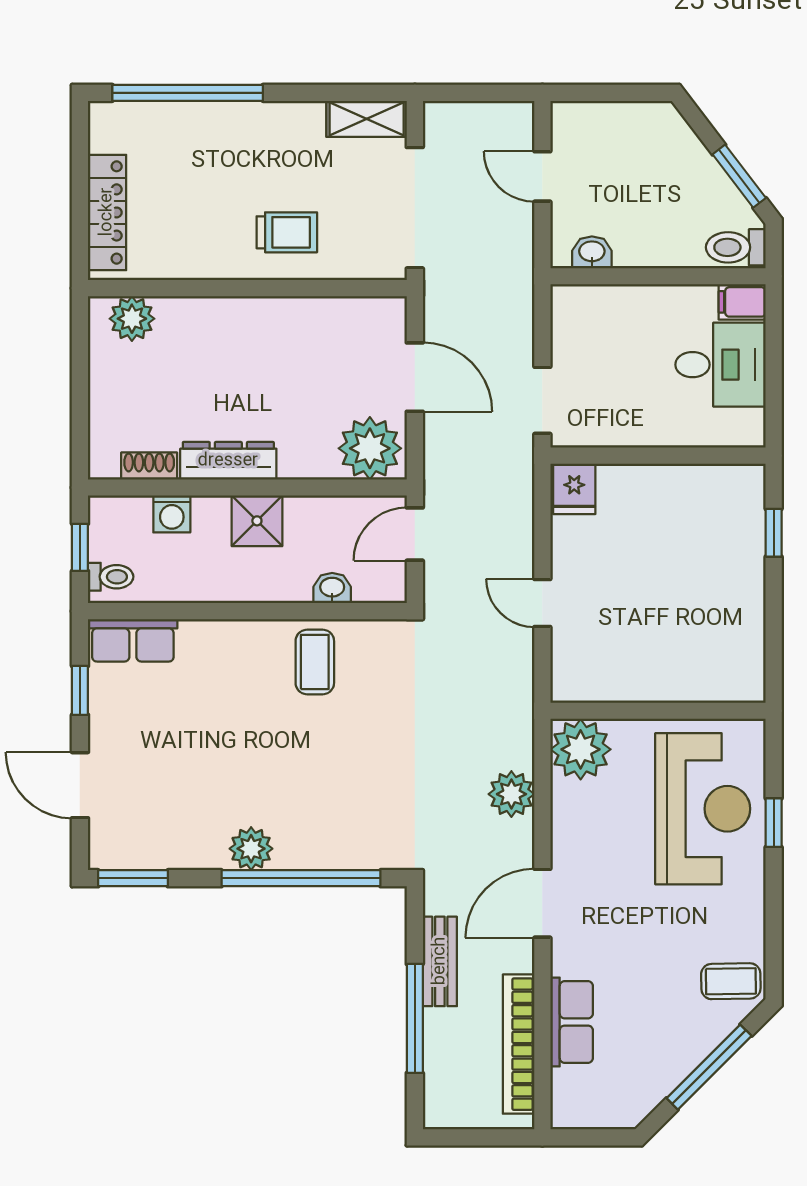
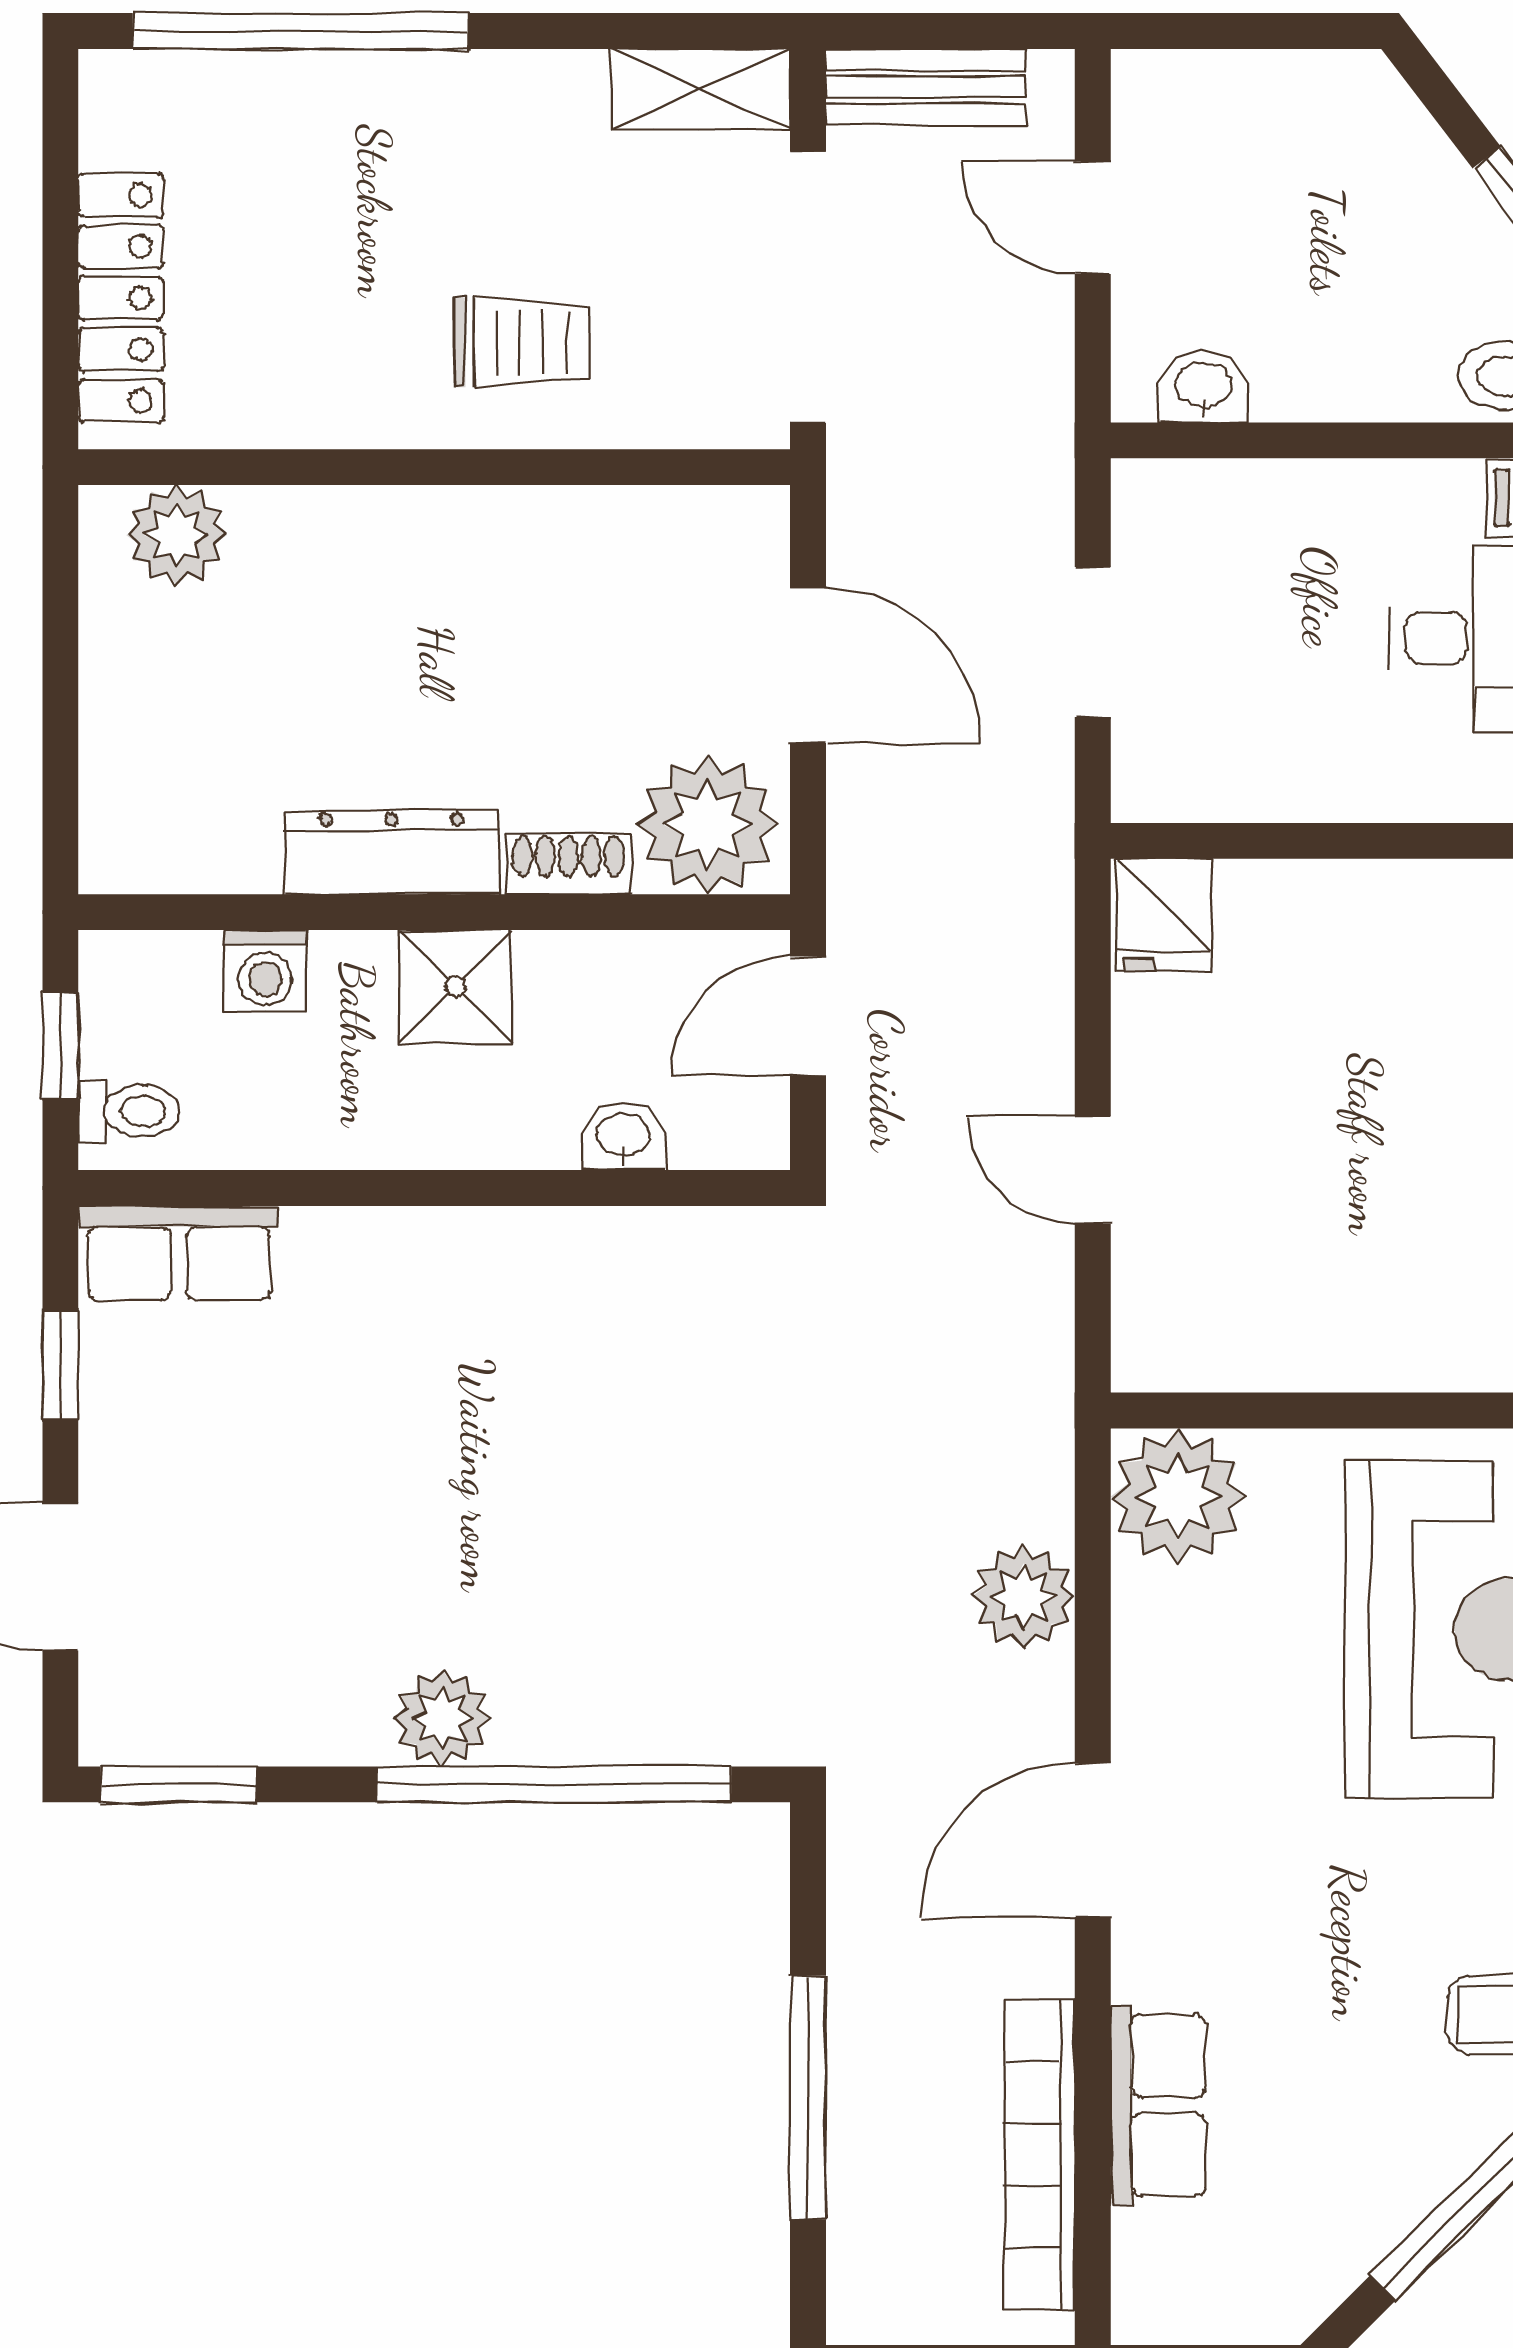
doorway: (542, 400) -> (1093, 642), moved
shoe rack: (149, 466) -> (568, 864), moved
coffee table: (315, 662) -> (585, 1302), removed
bench: (440, 961) -> (926, 87), moved, turned 90

